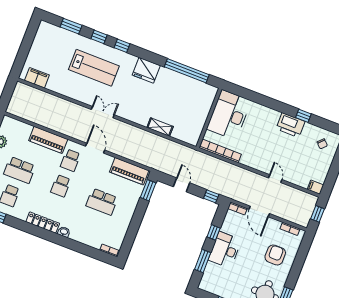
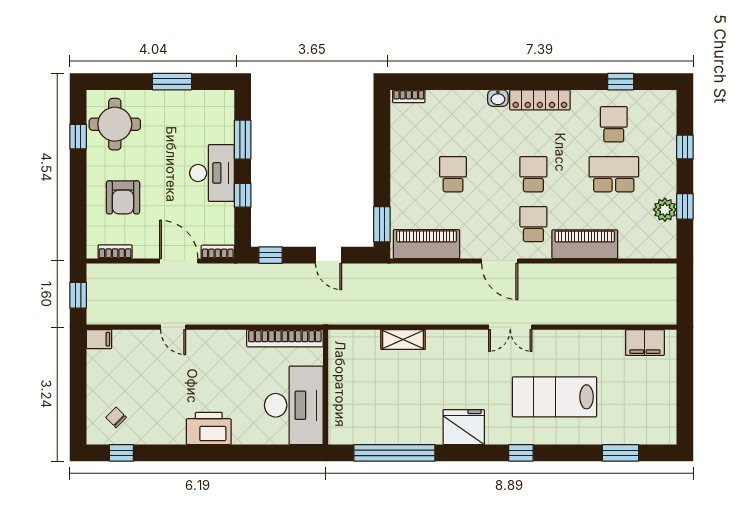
window: (99, 37) -> (566, 453), removed
window: (303, 116) -> (121, 453), moved
printer: (291, 125) -> (209, 428), moved
school desk: (102, 202) -> (453, 174), width x0.54

